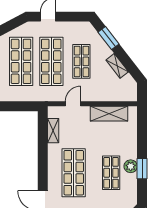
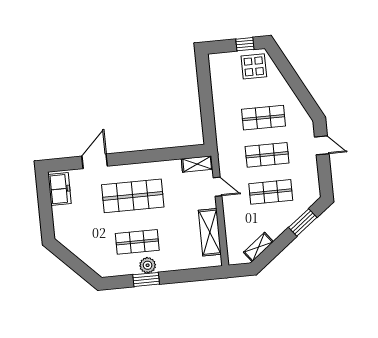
shop shelf: (21, 61) -> (263, 118), width x0.70, depth x0.74
shop shelf: (51, 61) -> (267, 155), width x0.70, depth x0.74
shelving: (117, 66) -> (258, 247), moved
shelving: (53, 131) -> (197, 164), moved

